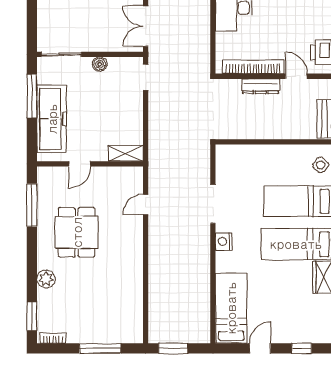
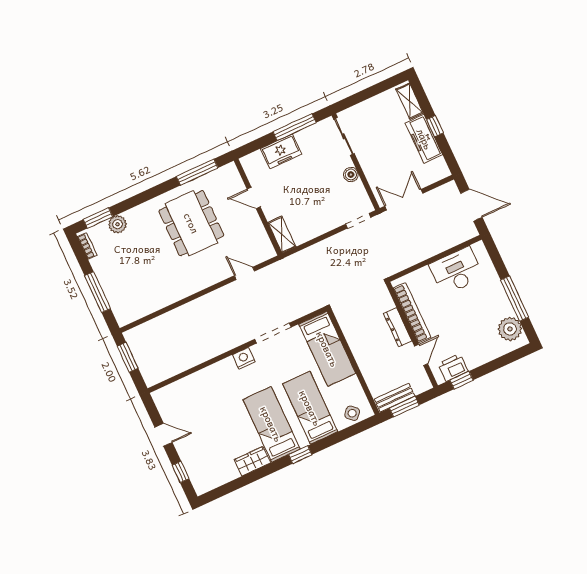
freezer: (52, 119) -> (281, 151), width x0.52, depth x0.79
dining table: (77, 232) -> (191, 223), width x1.38
plant: (46, 279) -> (118, 224), moved
bed: (231, 308) -> (327, 349), moved, turned 90

